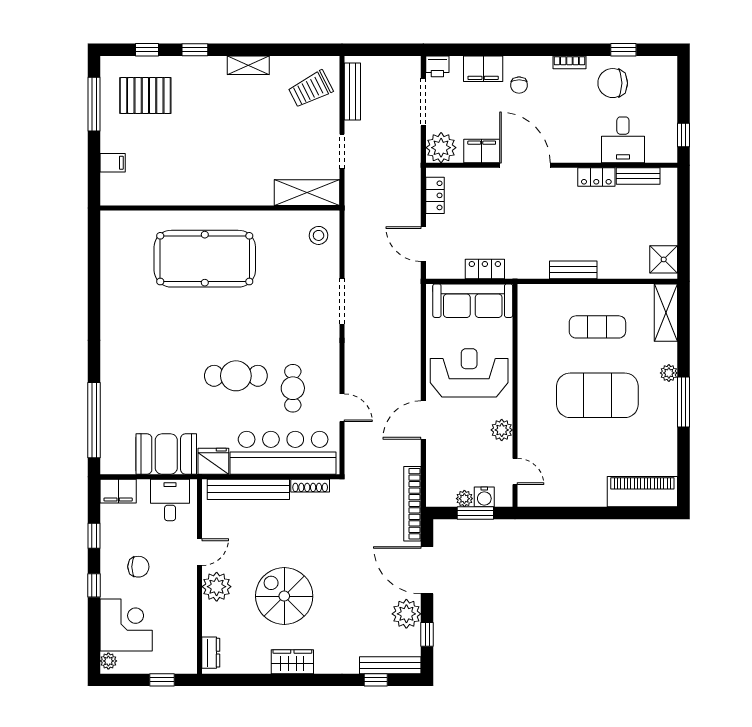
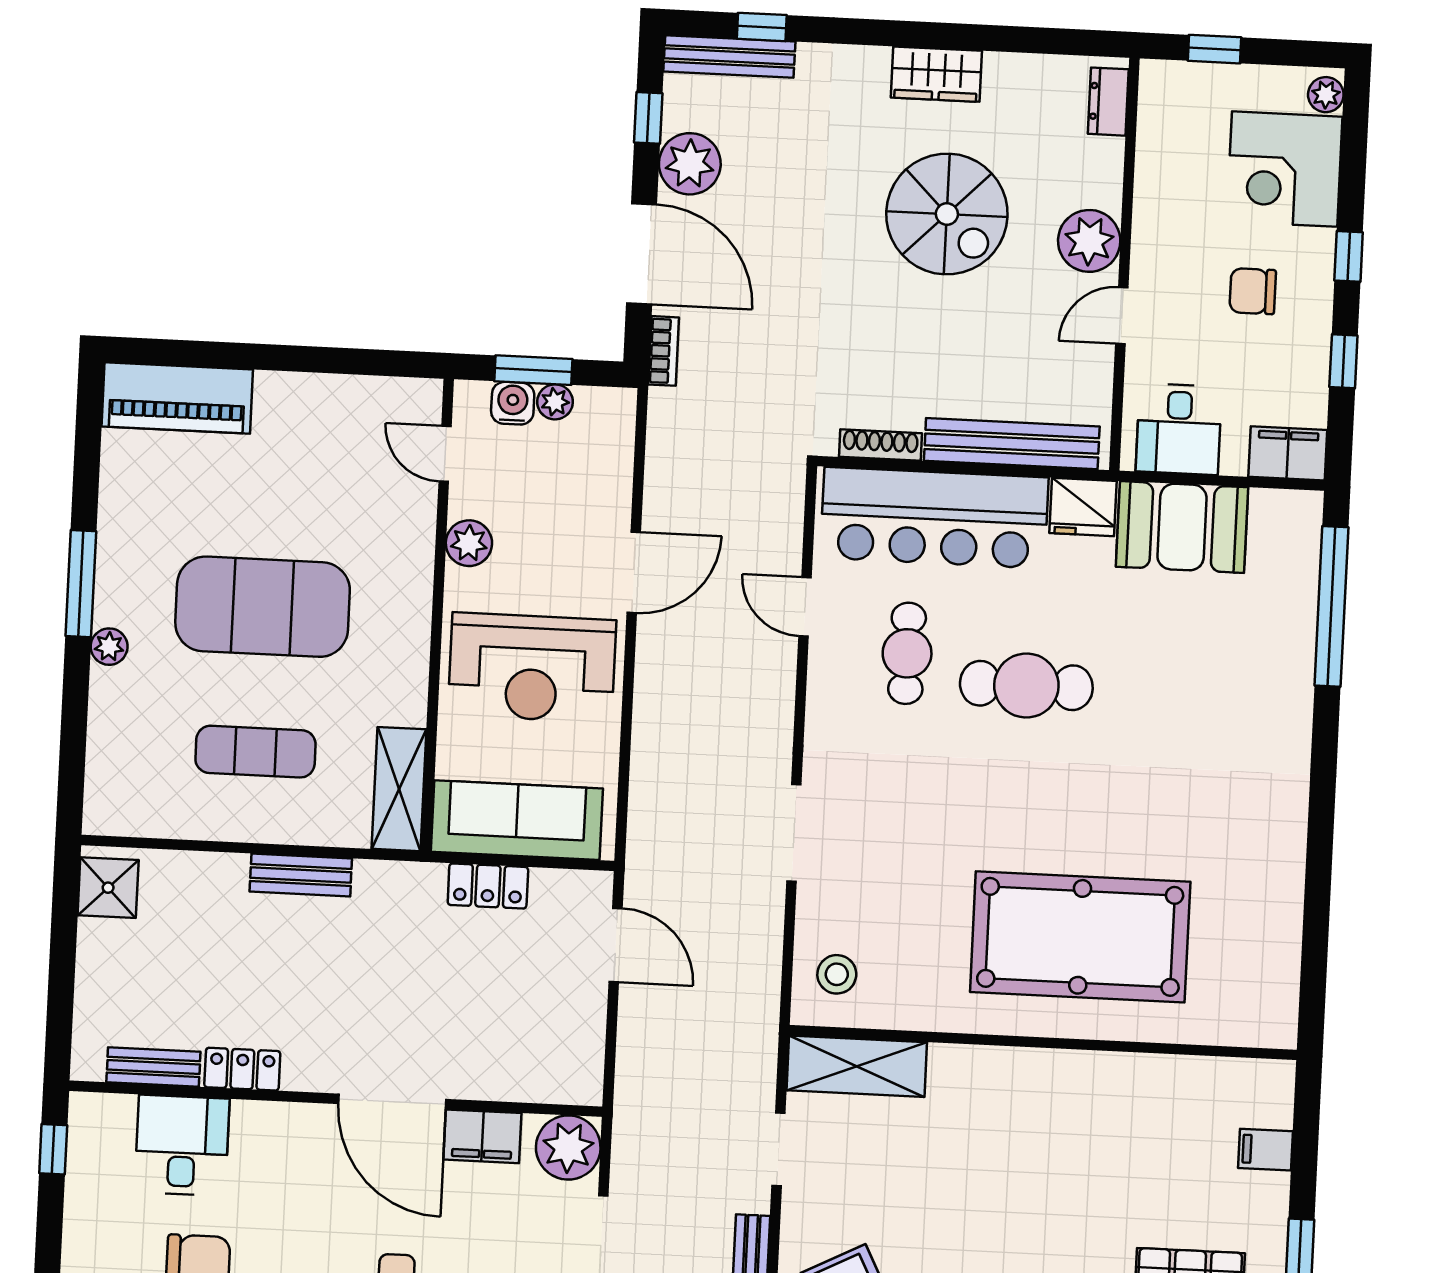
locker: (435, 195) -> (586, 1047), removed
shelving: (666, 313) -> (399, 789), moved
bookcase: (412, 504) -> (664, 351), width x0.43, depth x0.76

